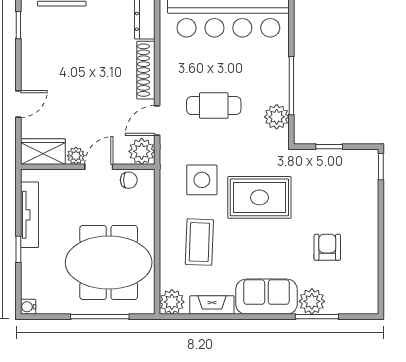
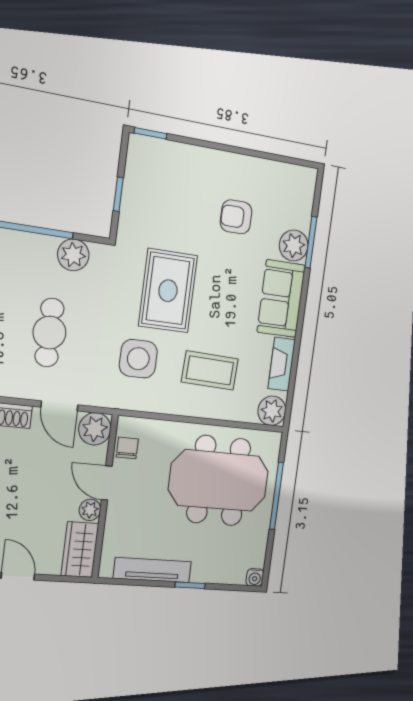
meeting table: (109, 262) -> (219, 481), turned 90

